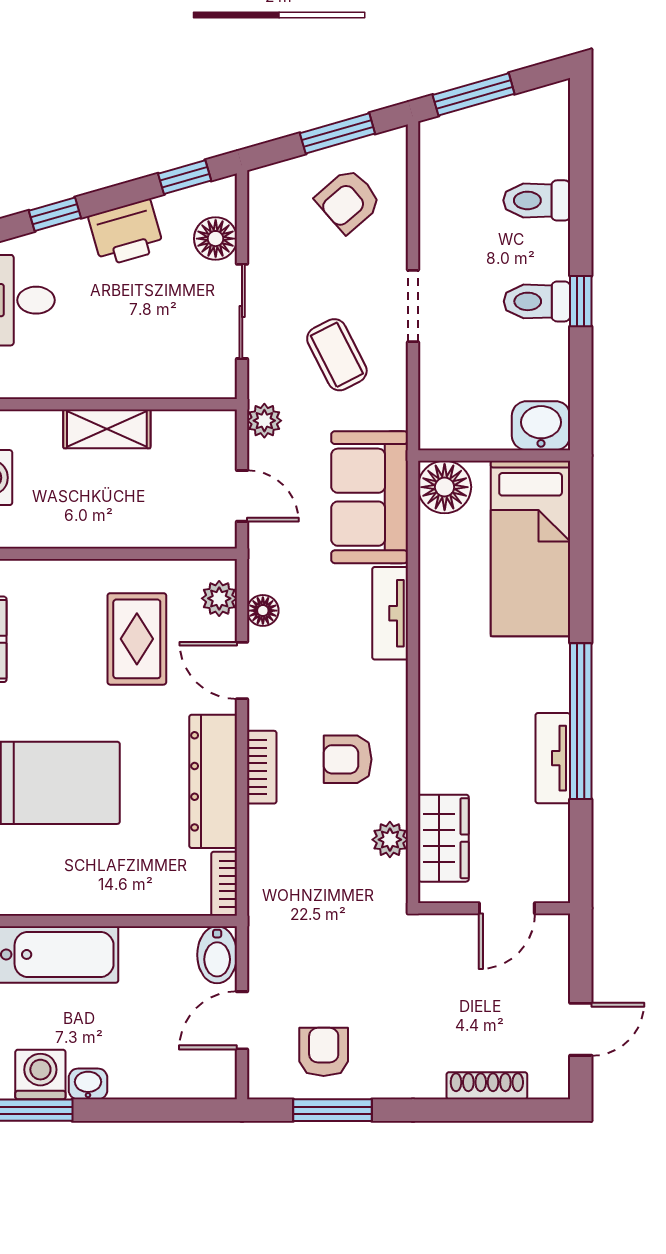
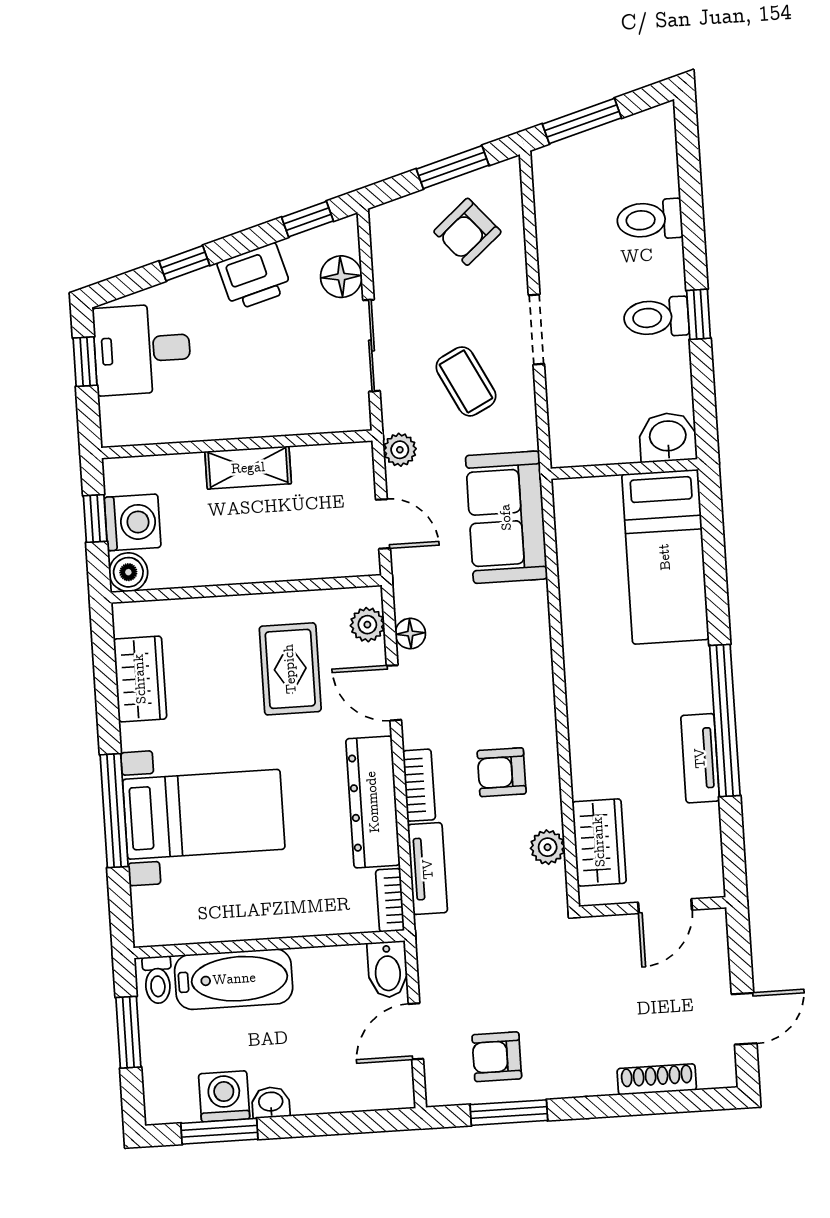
floor lamp: (445, 487) -> (578, 503), removed
tv unit: (390, 613) -> (428, 869), moved, turned 180
armchair: (324, 1052) -> (497, 1057), turned -90

